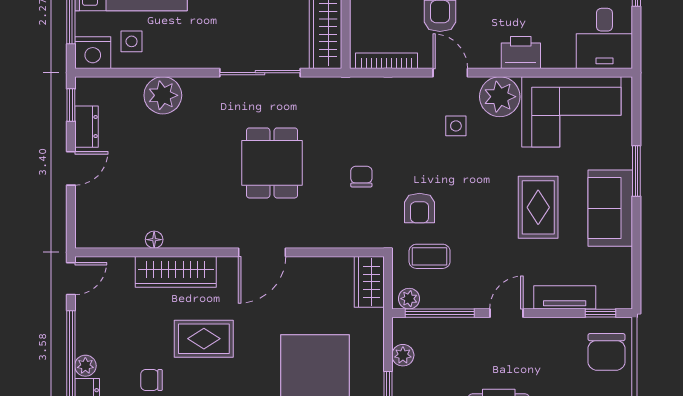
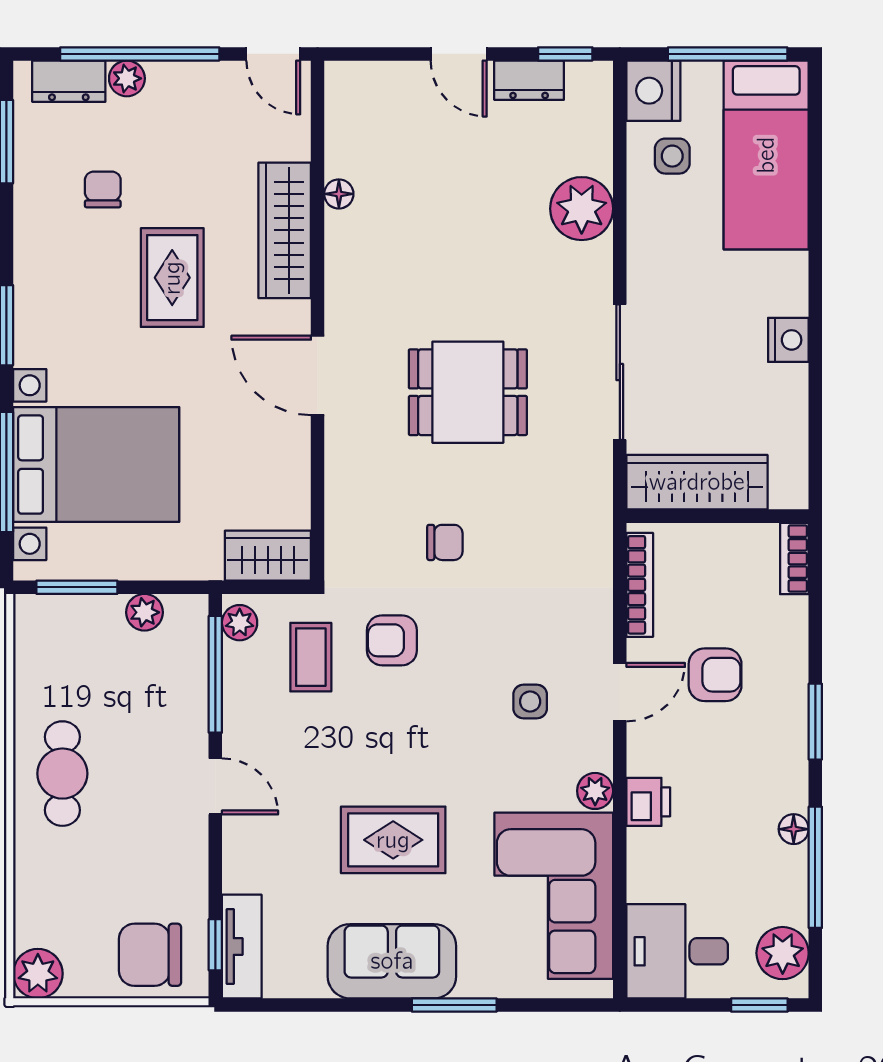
printer: (521, 53) -> (648, 802), width x0.73, depth x0.81
plant: (500, 97) -> (595, 791), width x0.53, depth x0.53
tv unit: (565, 297) -> (242, 947), moved

